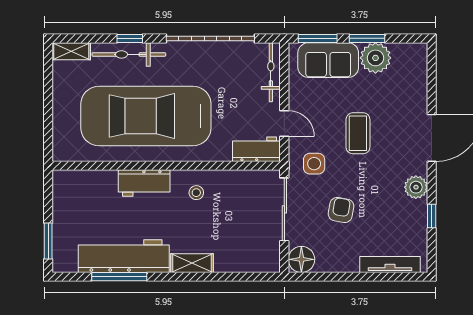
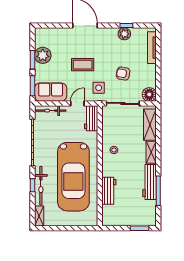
sofa: (328, 60) -> (51, 92), moved, turned -90
workbench: (144, 183) -> (109, 191), moved
plant: (416, 187) -> (124, 34), moved
workbench: (124, 256) -> (150, 182), width x0.73, depth x0.76
shelving: (244, 261) -> (150, 125), added

